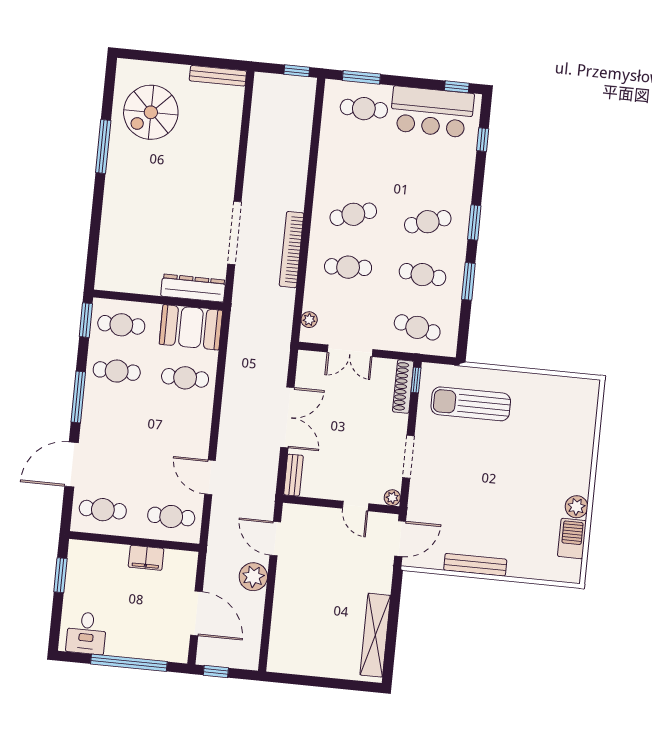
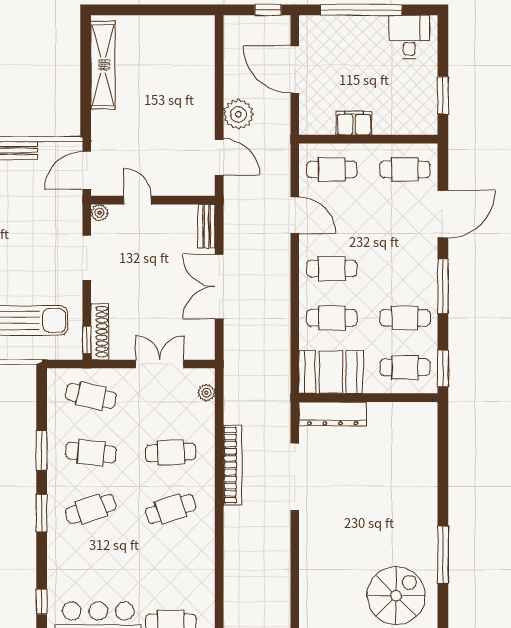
cafe table: (180, 424) -> (332, 268), added

